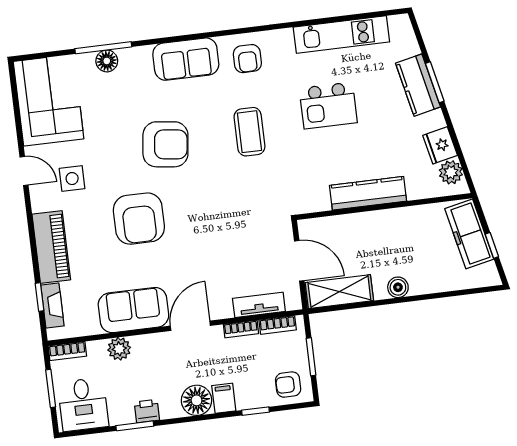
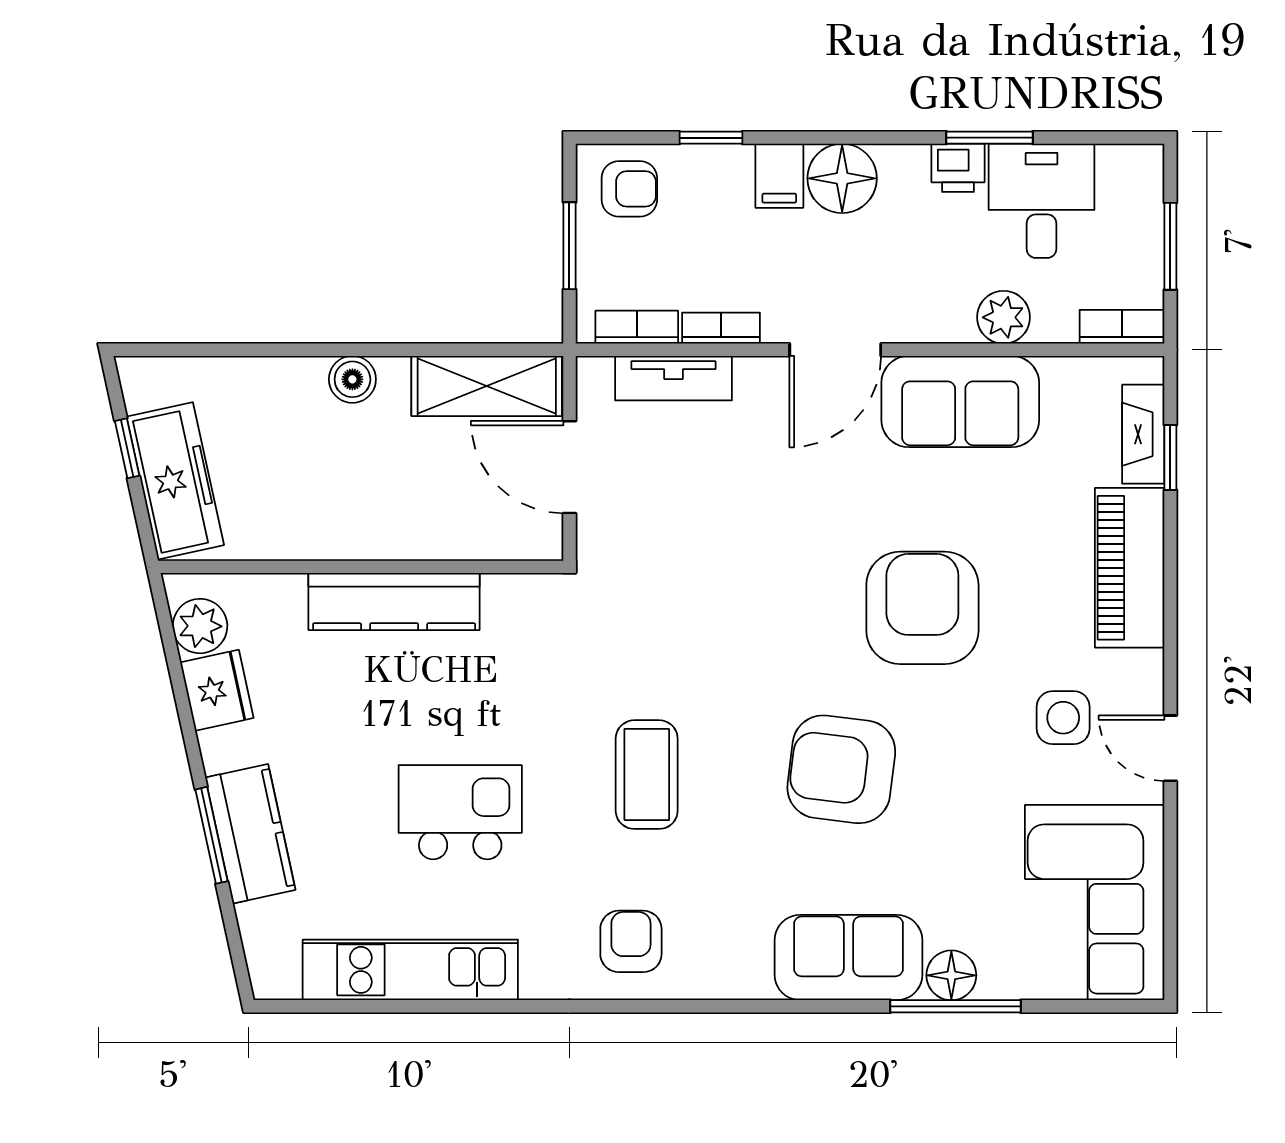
sofa: (186, 59) -> (848, 958), moved
desk: (83, 404) -> (1042, 201), moved

